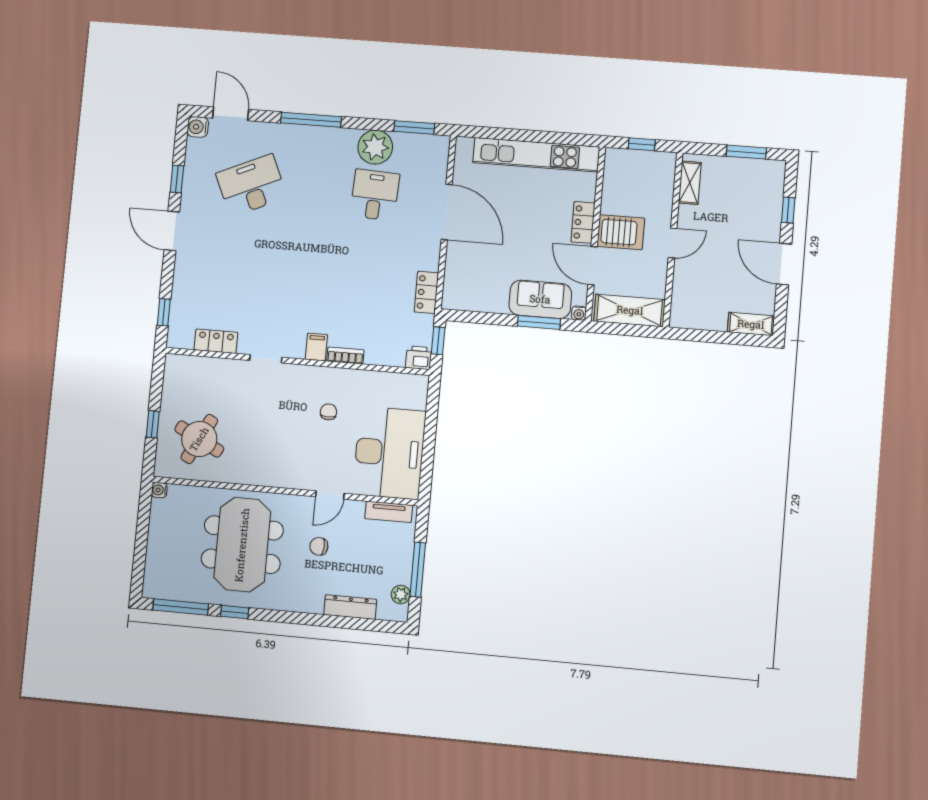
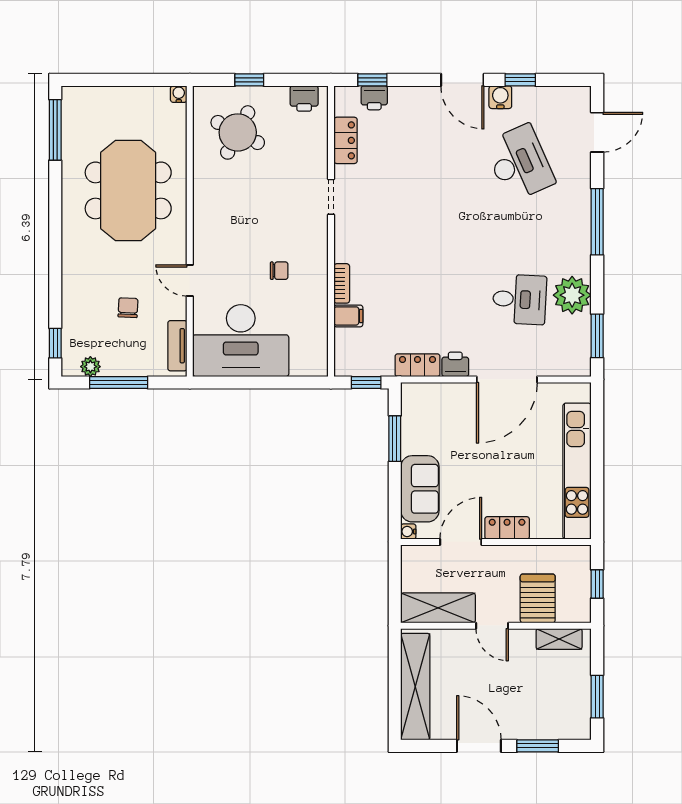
water cooler: (198, 127) -> (500, 97), moved
window: (788, 210) -> (538, 746), width x1.50
door: (172, 231) -> (462, 80), swing flipped
server rack: (621, 232) -> (538, 598), moved, turned 180
door: (784, 264) -> (479, 746), hinge flipped
shelving: (630, 310) -> (438, 608), moved, turned 90
printer: (180, 312) -> (374, 98), added
window: (539, 322) -> (395, 439), moved
shelving: (751, 324) -> (415, 687), width x2.20, depth x1.33
filing cabinet: (316, 347) -> (348, 316), moved
printer: (419, 358) -> (455, 364), moved, turned -90
printer: (175, 376) -> (304, 99), added
meeting table: (242, 545) -> (128, 190), turned 90
chair: (319, 546) -> (128, 308), moved
dresser: (350, 607) -> (72, 314), removed
window: (235, 612) -> (55, 343), moved

